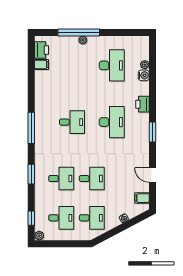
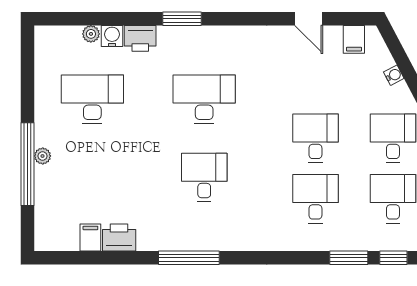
printer: (42, 50) -> (119, 237), moved
printer: (143, 104) -> (140, 38), moved
window: (31, 128) -> (189, 258), moved
window: (152, 132) -> (182, 19), moved
window: (31, 174) -> (349, 258), moved
door: (152, 175) -> (309, 19), hinge flipped

